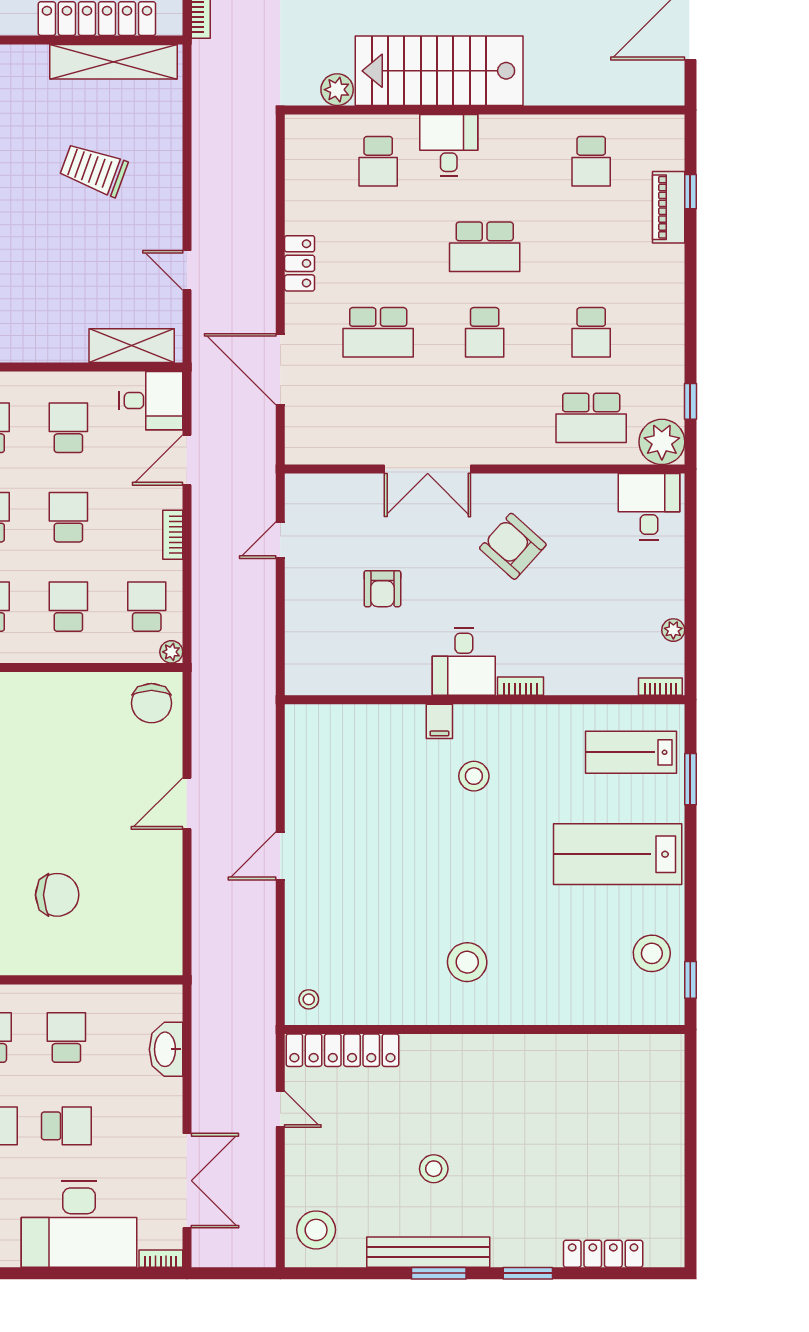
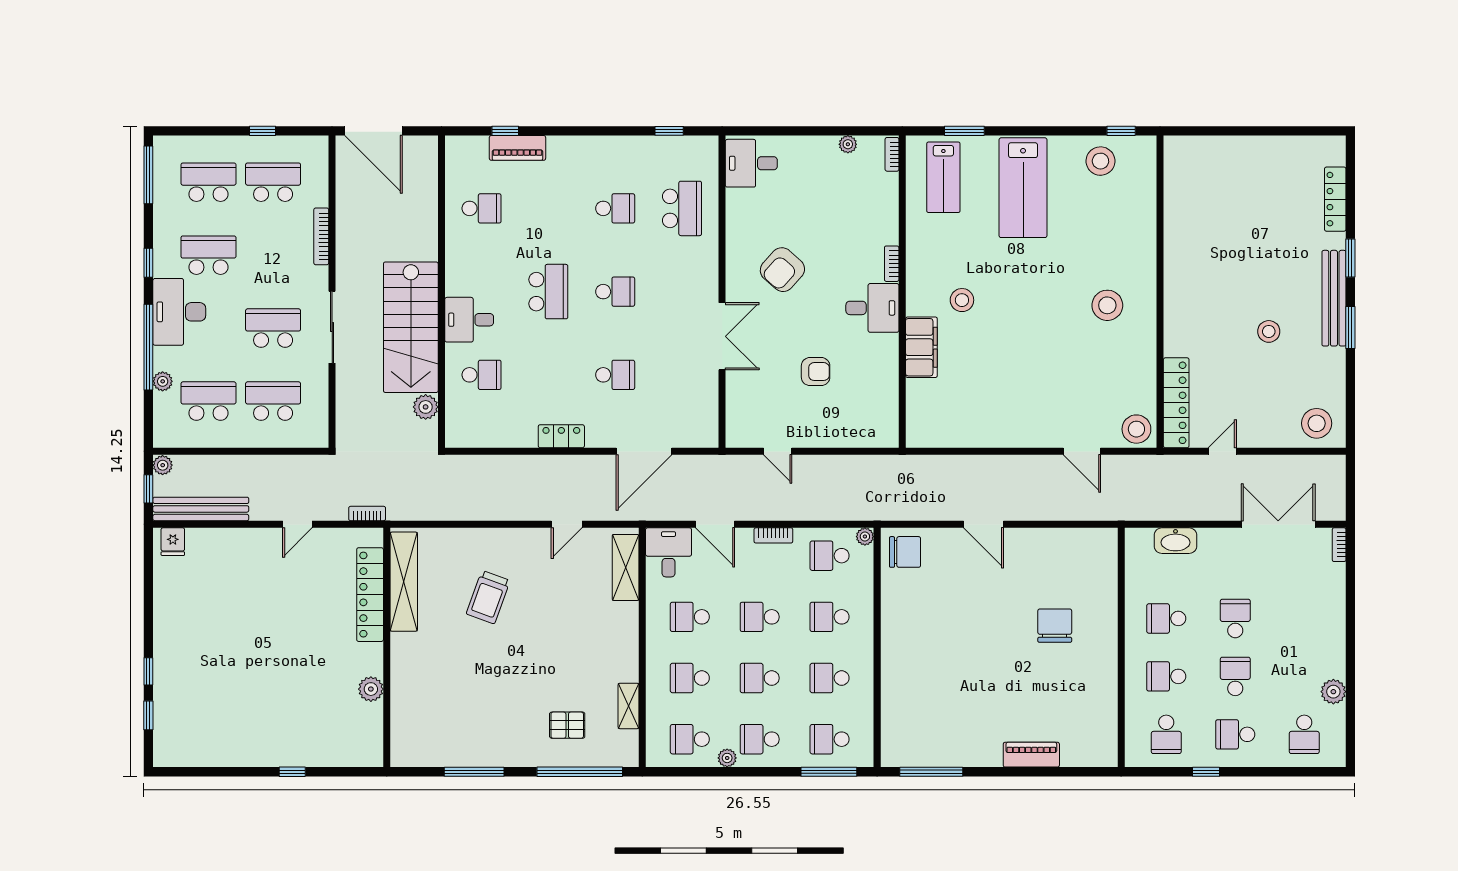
school desk: (378, 332) -> (615, 375), width x0.54
plant: (662, 442) -> (701, 153), removed
filing cabinet: (439, 721) -> (921, 347), width x3.00, depth x1.17
door: (280, 856) -> (1082, 451), moved
stool: (309, 999) -> (1136, 429), width x1.89, depth x1.89
desk: (79, 1224) -> (1312, 609), removed
bench: (428, 1252) -> (1334, 298), moved

